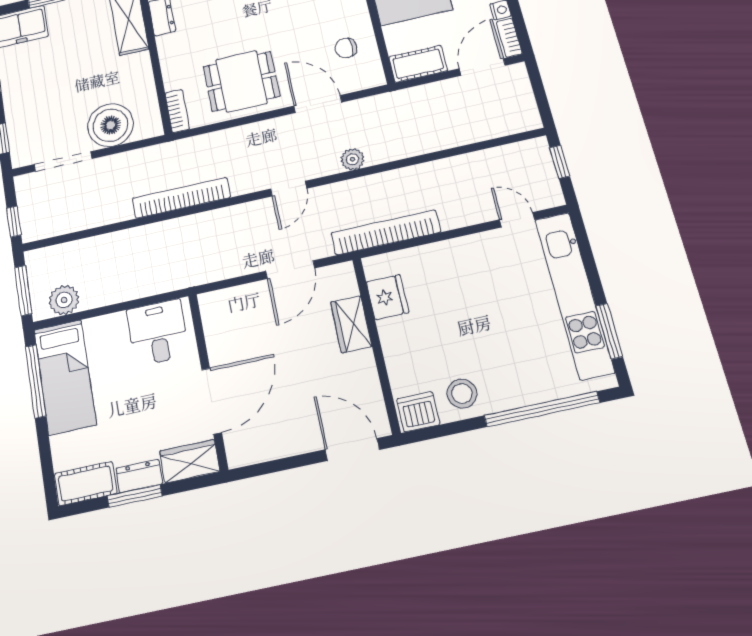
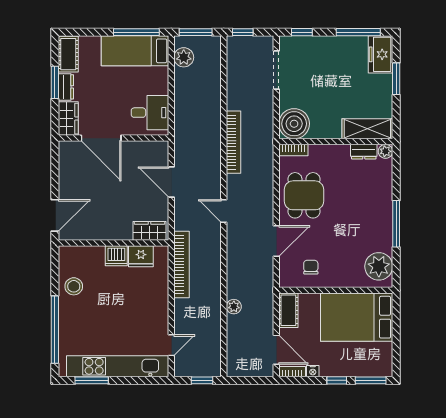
boiler: (111, 125) -> (294, 124), moved
plant: (352, 159) -> (234, 307), moved
door: (290, 270) -> (171, 182), moved
wardrobe: (351, 324) -> (149, 231), moved
dishwasher: (418, 412) -> (116, 256), moved, turned 90

